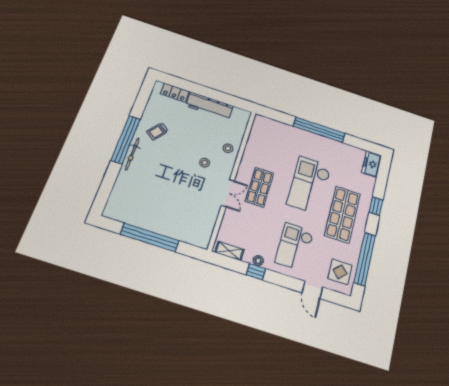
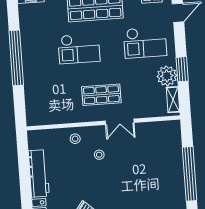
checkout: (309, 185) -> (79, 49), width x0.73, depth x0.83
double door: (228, 193) -> (120, 122), swing flipped
plant: (258, 261) -> (167, 76), width x1.88, depth x1.88
window: (256, 272) -> (182, 69), width x1.50

